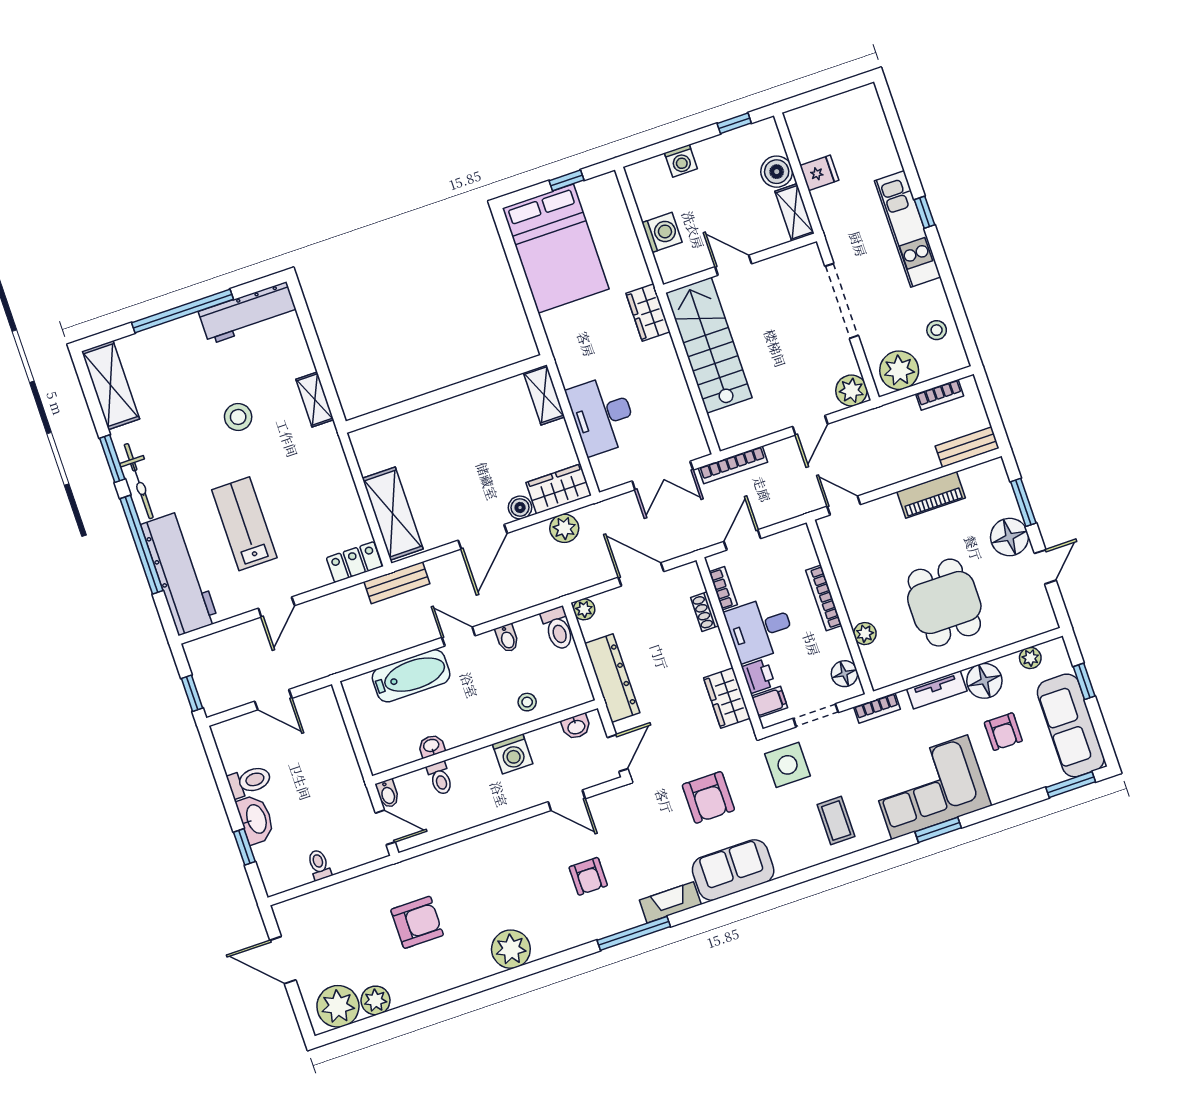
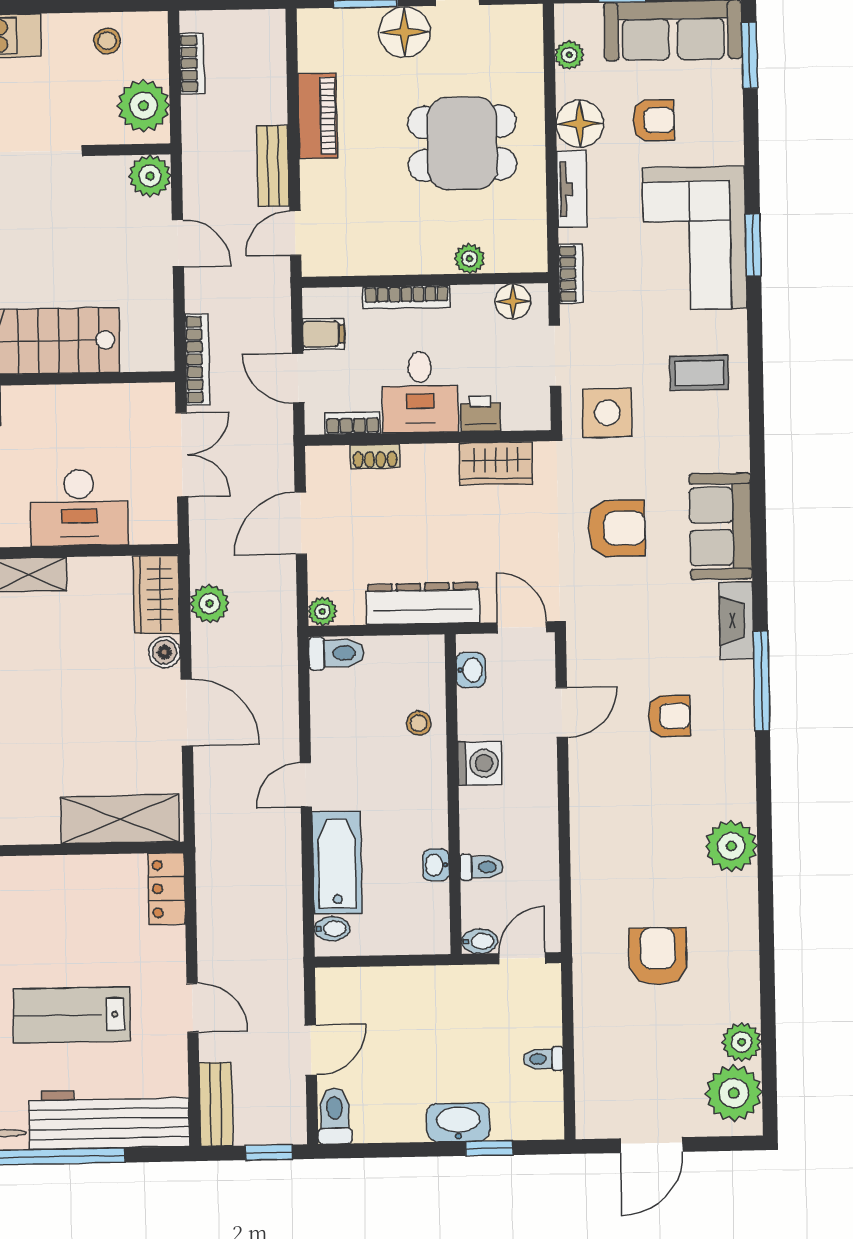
bench: (967, 447) -> (273, 166), moved
bench: (397, 583) -> (216, 1104), moved
bidet: (507, 638) -> (332, 929), moved
filing cabinet: (769, 702) -> (323, 334), moved, turned 90
toilet: (249, 781) -> (335, 1116), moved

